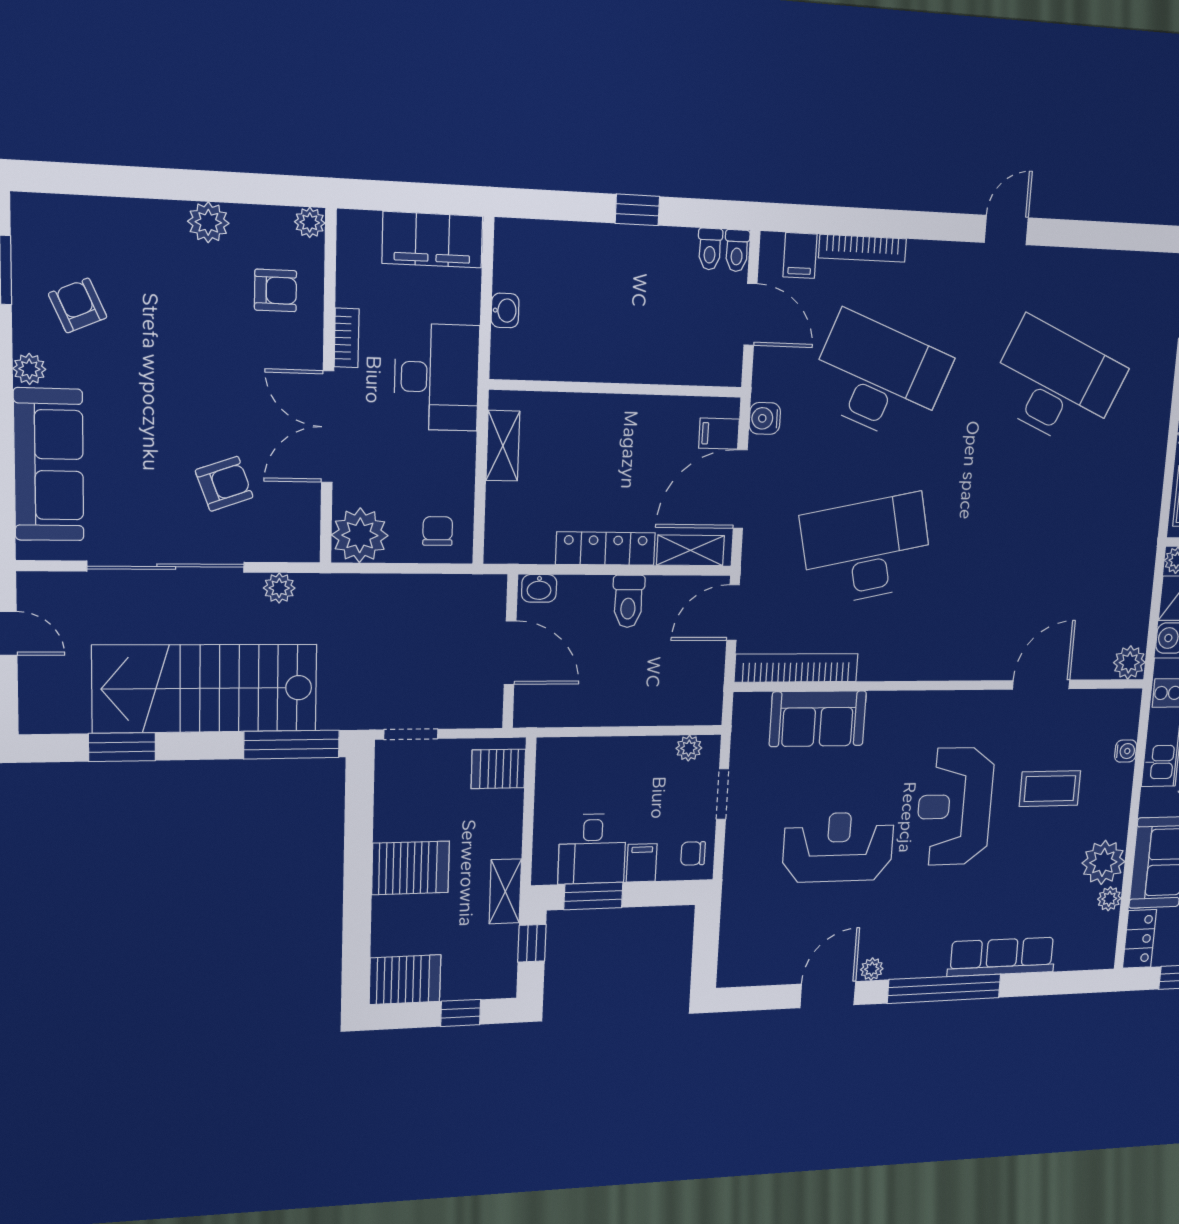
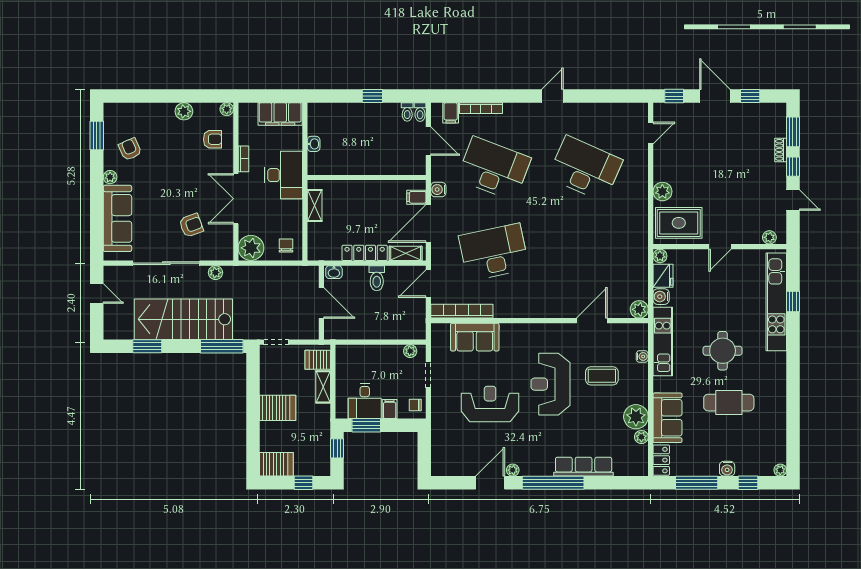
shelving: (505, 891) -> (323, 387), moved

